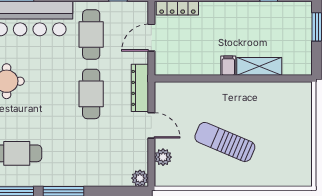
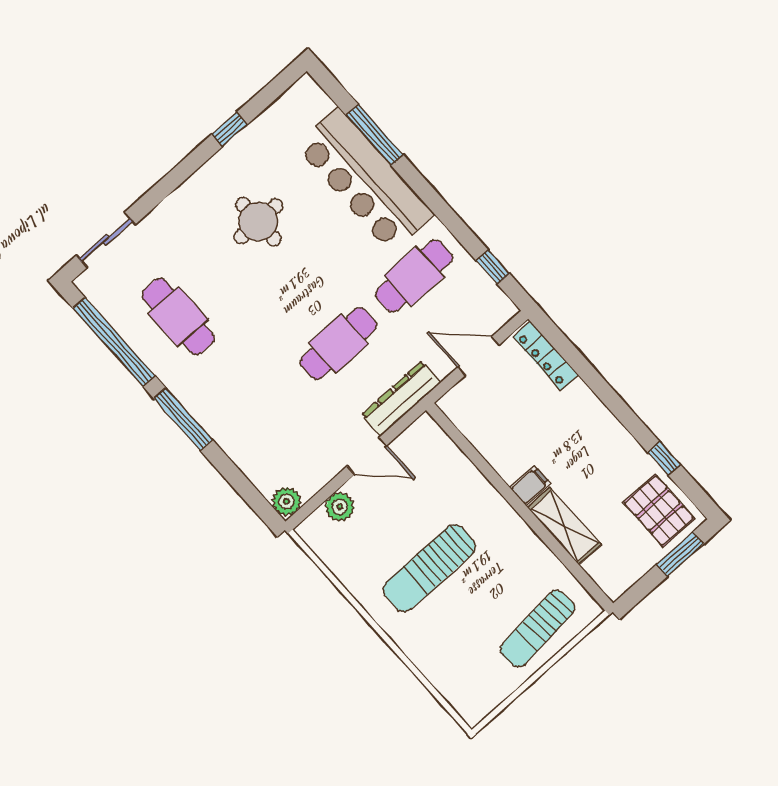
pallet: (290, 19) -> (659, 511), added
sun lounger: (294, 118) -> (537, 629), added
door: (151, 125) -> (367, 456), hinge flipped
sun lounger: (225, 142) -> (429, 568), turned -113

